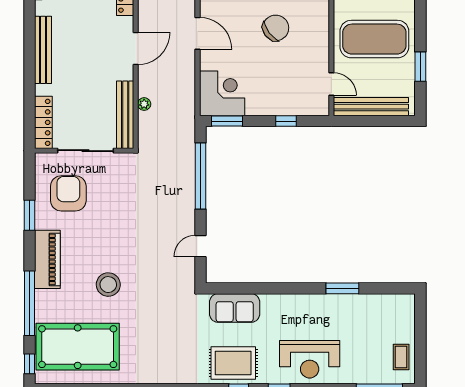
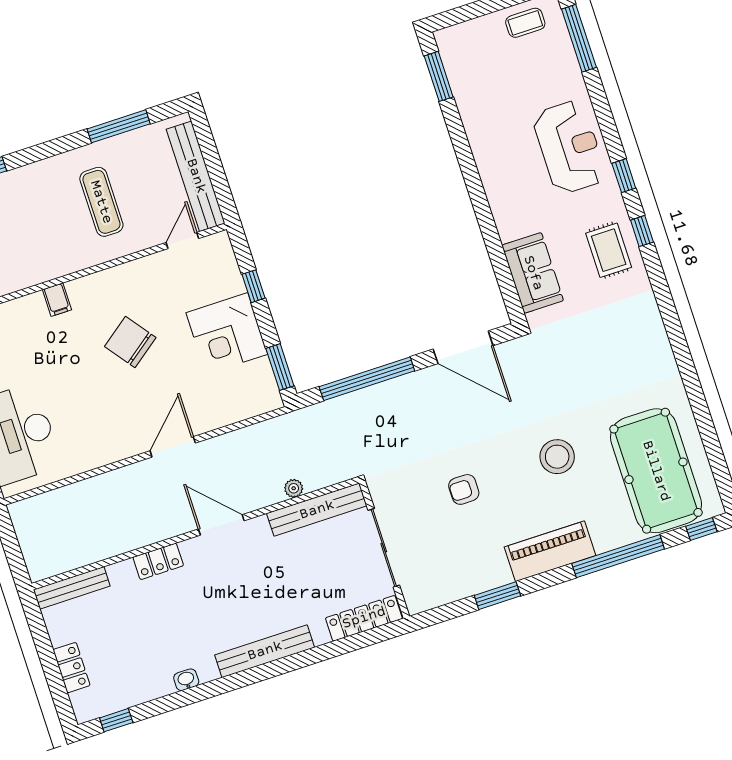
exercise mat: (374, 39) -> (101, 202), width x0.50, depth x0.69
window: (420, 67) -> (119, 126), width x1.44
corner desk: (222, 93) -> (227, 334), moved, turned -90
armchair: (68, 193) -> (464, 489), moved, width x0.53, depth x0.53
door: (201, 246) -> (463, 347), width x1.88
window: (342, 288) -> (439, 76), moved
rug: (233, 363) -> (609, 250), width x0.73, depth x0.70

